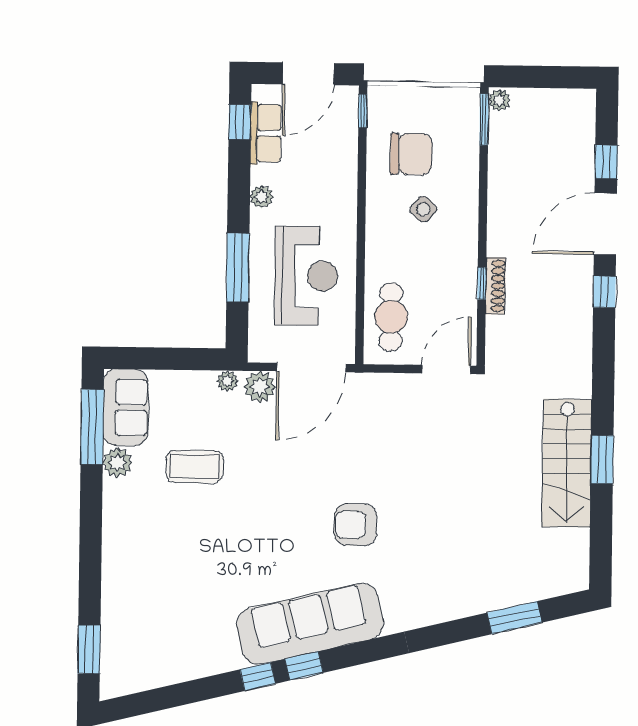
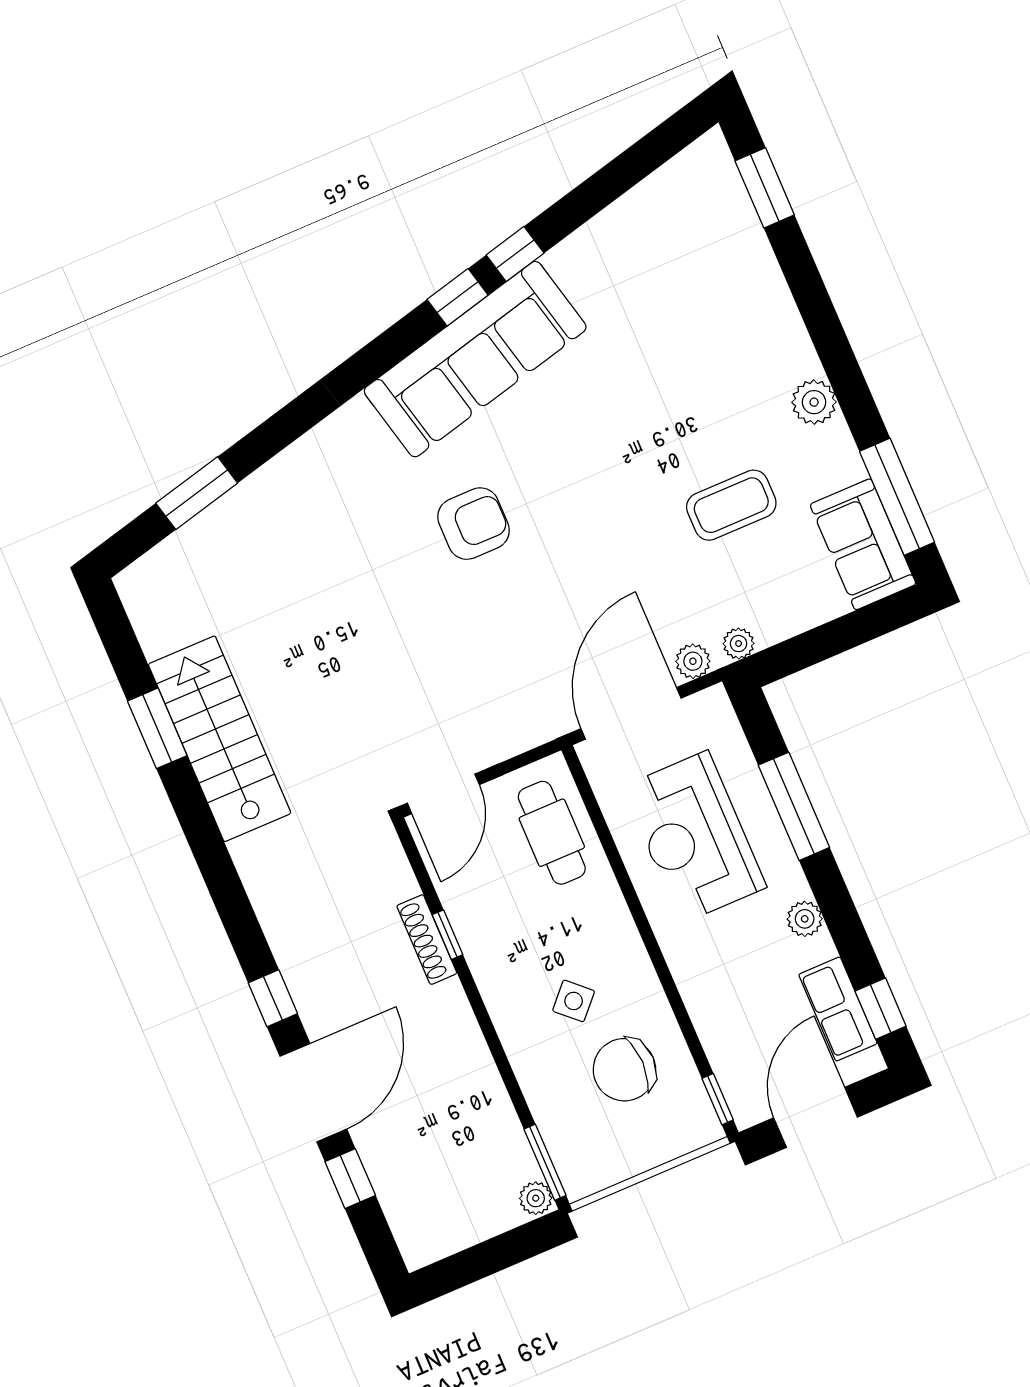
plant: (260, 387) -> (693, 661), width x0.73, depth x0.73
window: (602, 460) -> (157, 728), moved
plant: (117, 463) -> (814, 402), moved

